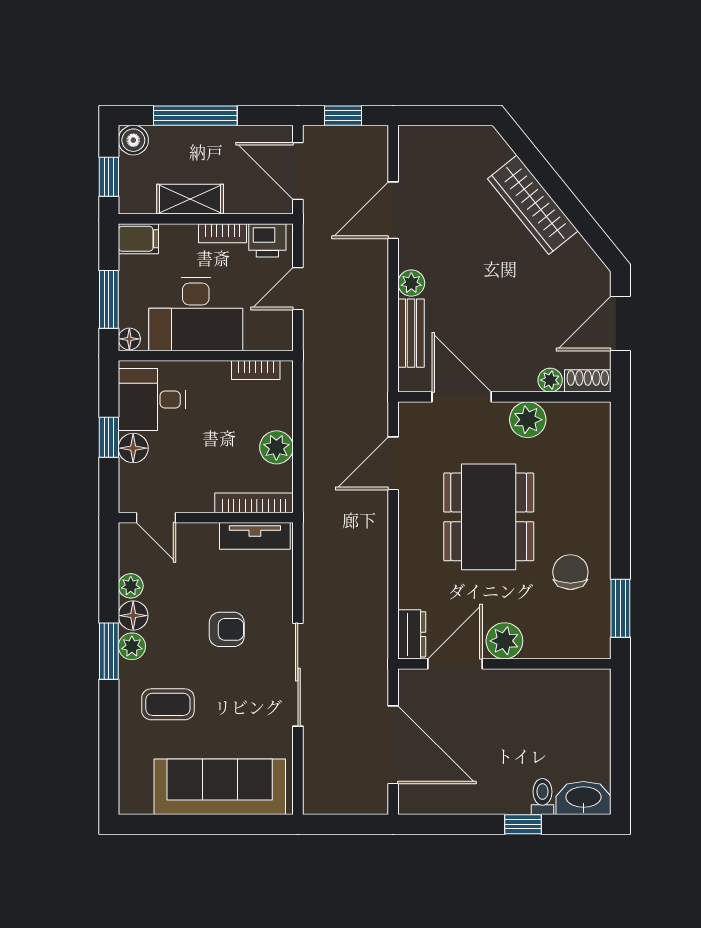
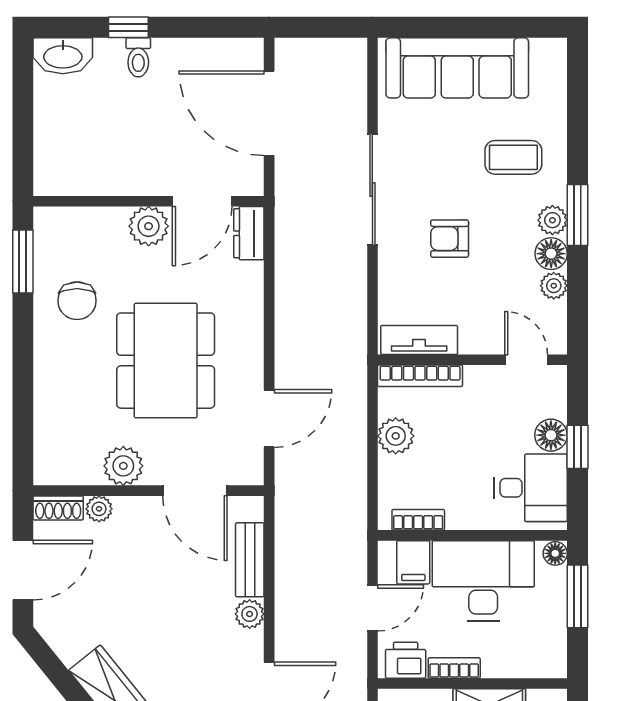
filing cabinet: (138, 239) -> (413, 562), moved, turned -90
toilet: (542, 797) -> (138, 57), moved

